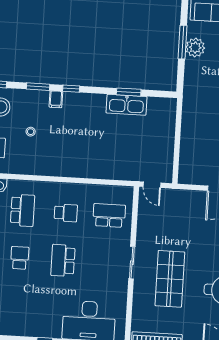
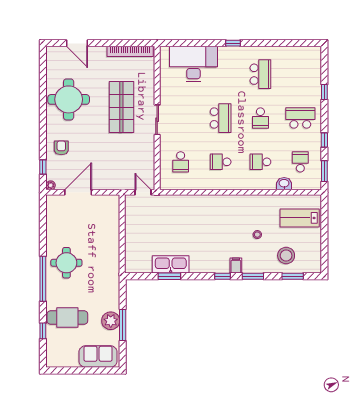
school desk: (22, 210) -> (260, 162), width x0.54
school desk: (109, 215) -> (181, 162), width x0.54
school desk: (17, 305) -> (260, 74), added

